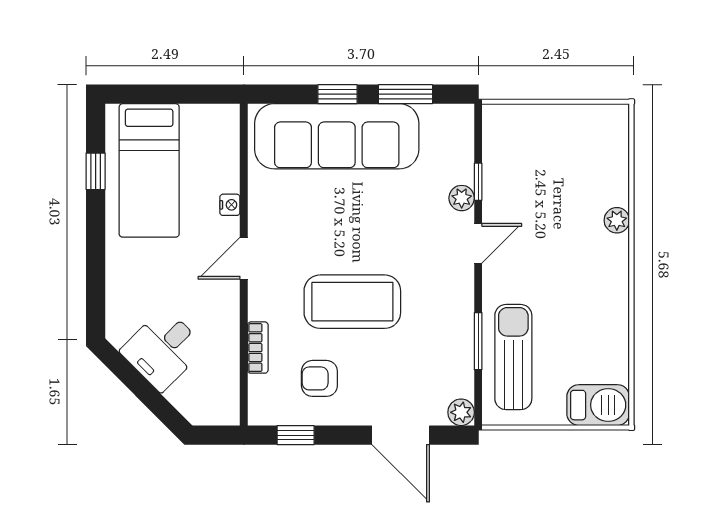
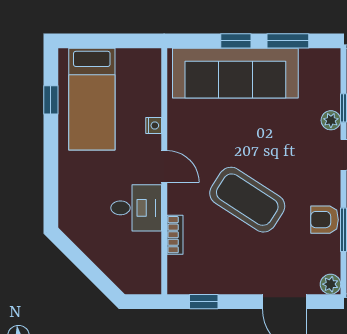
door: (244, 258) -> (164, 166), swing flipped
coffee table: (352, 302) -> (247, 200), turned 33
desk: (163, 349) -> (136, 208), moved, turned -135
armchair: (319, 378) -> (324, 220), moved

